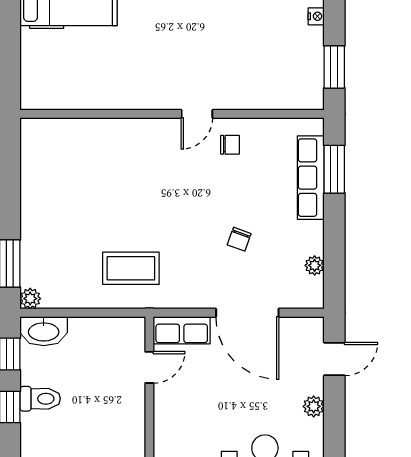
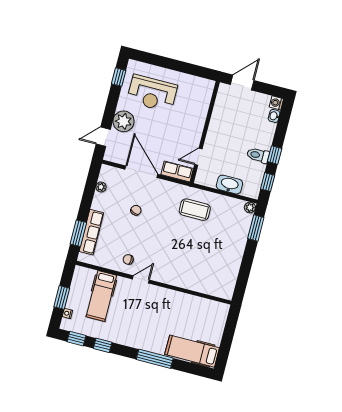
hospital bed: (262, 65) -> (101, 296), added
window: (334, 67) -> (62, 297), moved
washbasin: (44, 331) -> (229, 185), moved
plant: (314, 406) -> (124, 121), width x1.87, depth x1.87

